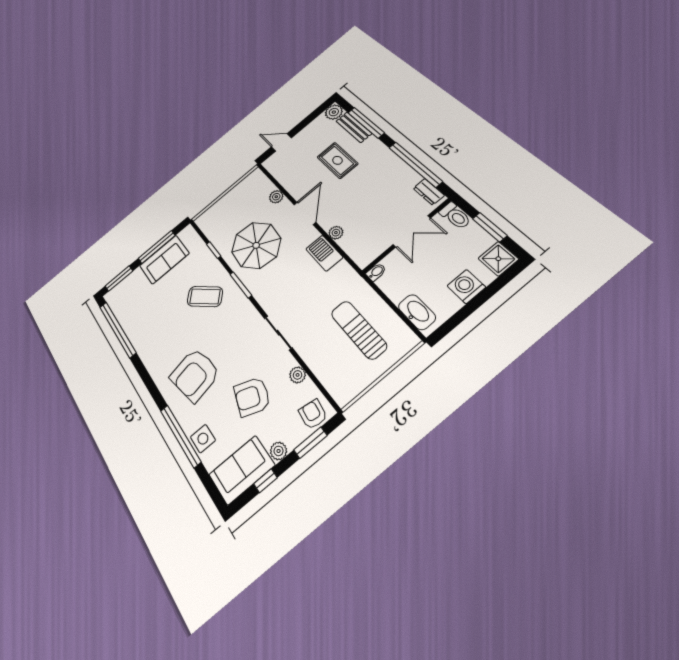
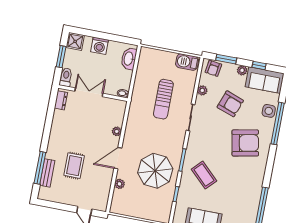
plant: (334, 112) -> (44, 194), removed
window: (415, 164) -> (49, 119), removed
barbecue: (324, 253) -> (187, 62), moved, turned 90
sun lounger: (359, 330) -> (163, 99), moved

